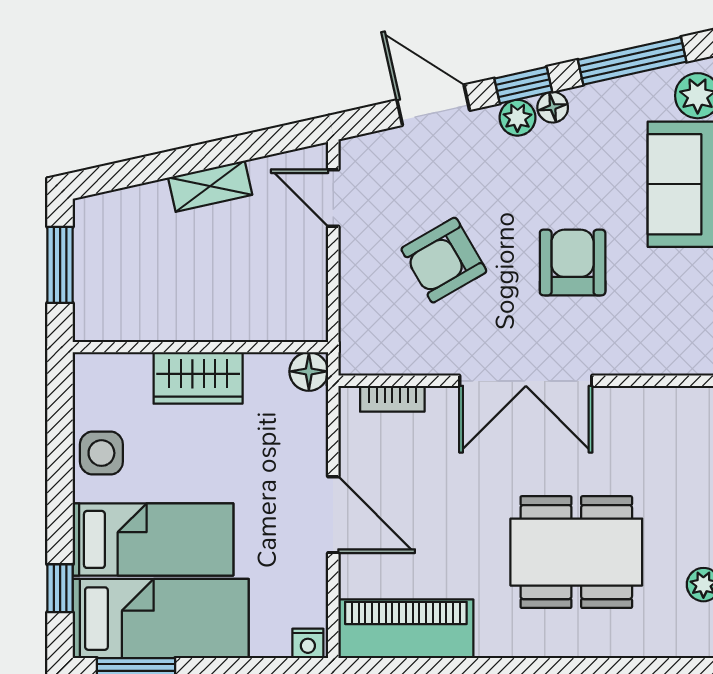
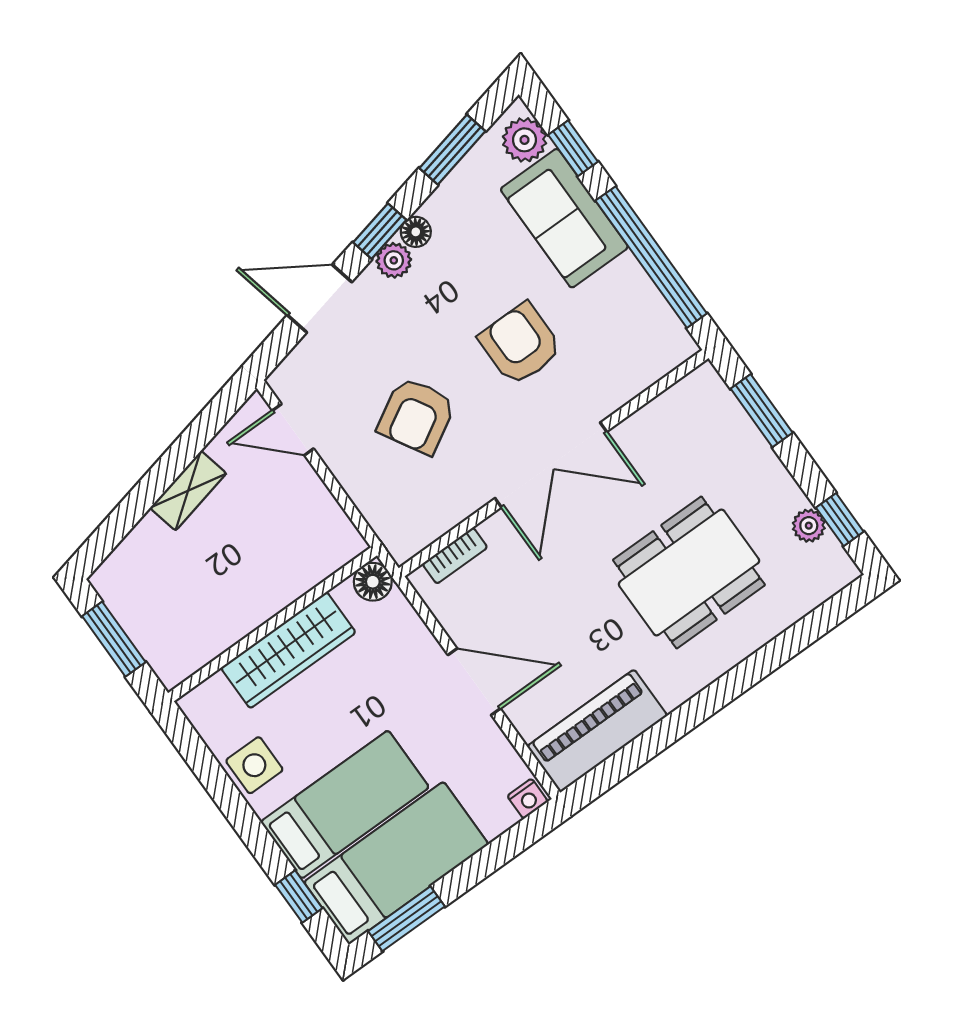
window: (632, 61) -> (452, 150), width x0.69
wardrobe: (198, 378) -> (288, 650), width x1.50

